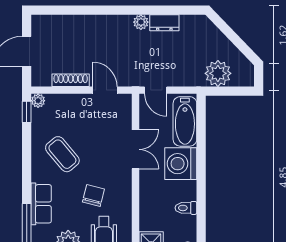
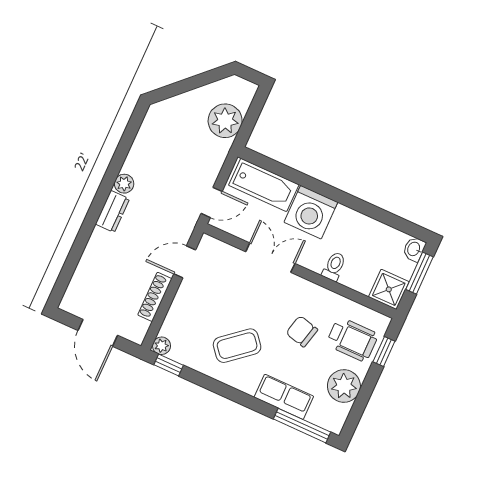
dresser: (164, 23) -> (112, 211), moved
toilet: (186, 208) -> (334, 266), moved, turned 180

